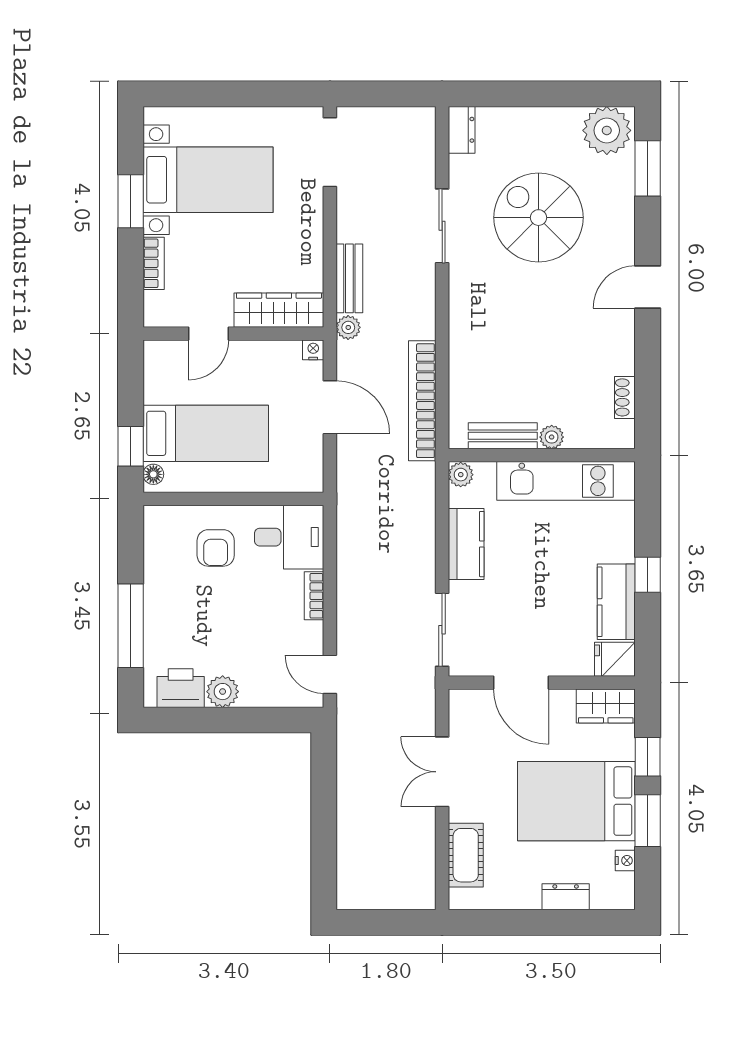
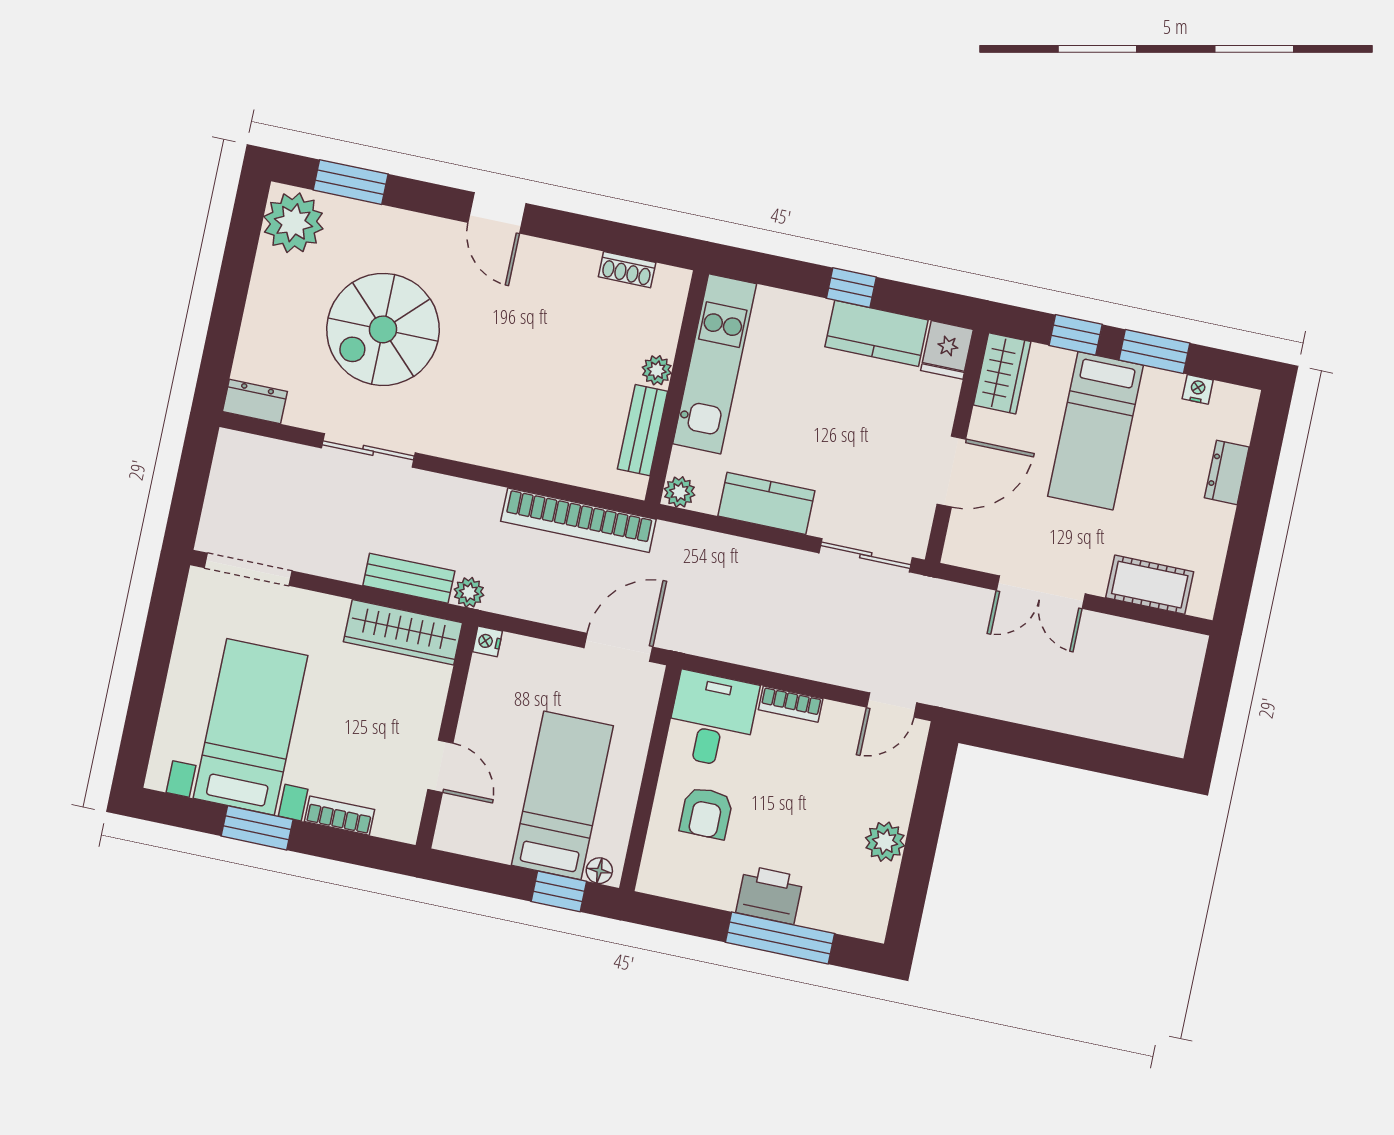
wardrobe: (279, 310) -> (403, 632), moved, turned -90
door: (330, 407) -> (618, 647), moved
armchair: (216, 548) -> (706, 813), turned 90
printer: (181, 688) -> (770, 895), moved, turned 90
bed: (576, 801) -> (1095, 431), width x0.67

